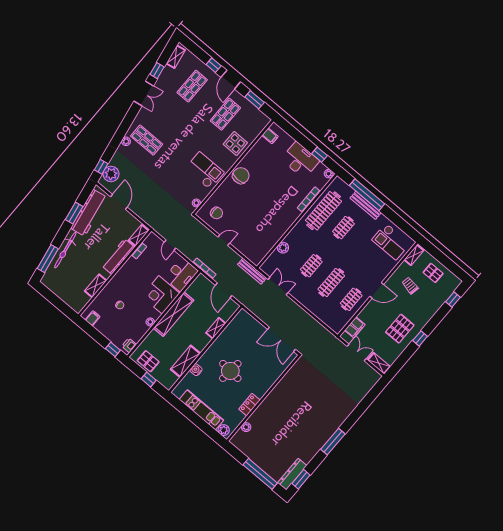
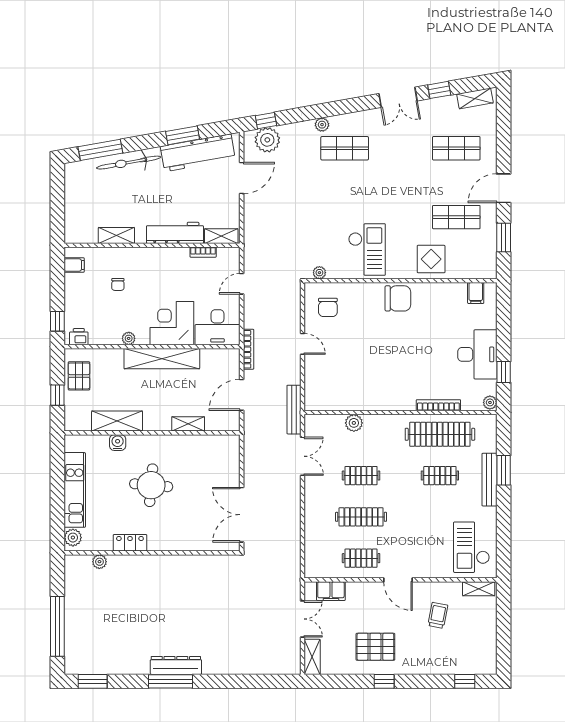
window: (214, 65) -> (504, 153), removed
shop shelf: (147, 140) -> (345, 148), turned 90
window: (367, 195) -> (504, 470), width x0.47
pallet: (433, 273) -> (477, 630), removed
dresser: (292, 474) -> (176, 665), moved

